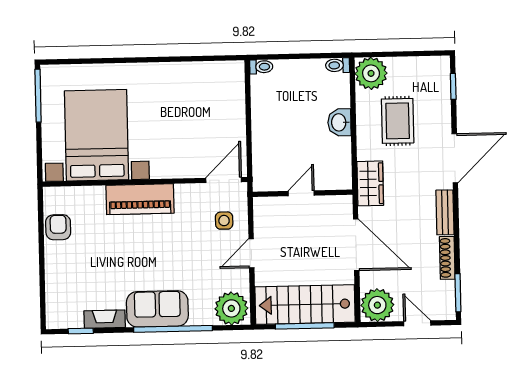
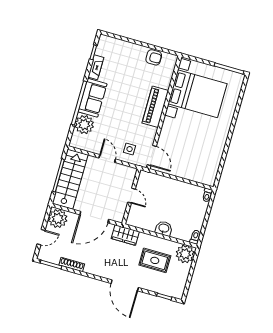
bench: (445, 212) -> (97, 271), removed
plant: (231, 308) -> (84, 125), moved

